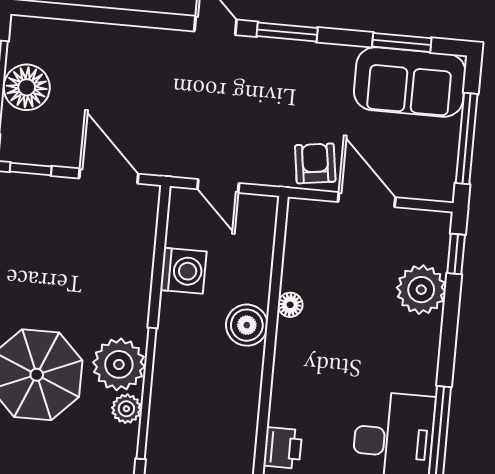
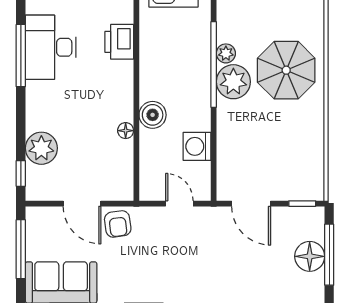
printer: (283, 448) -> (119, 42), width x1.36, depth x1.24

